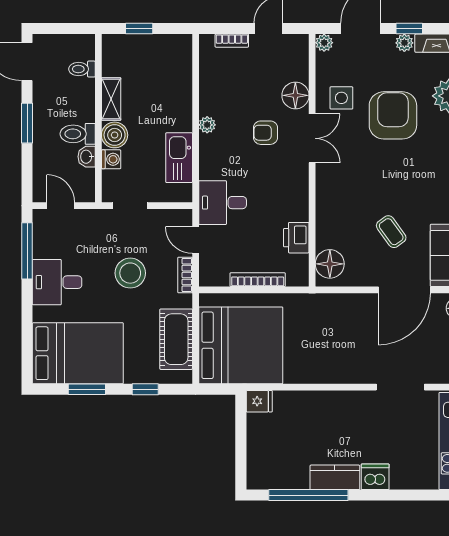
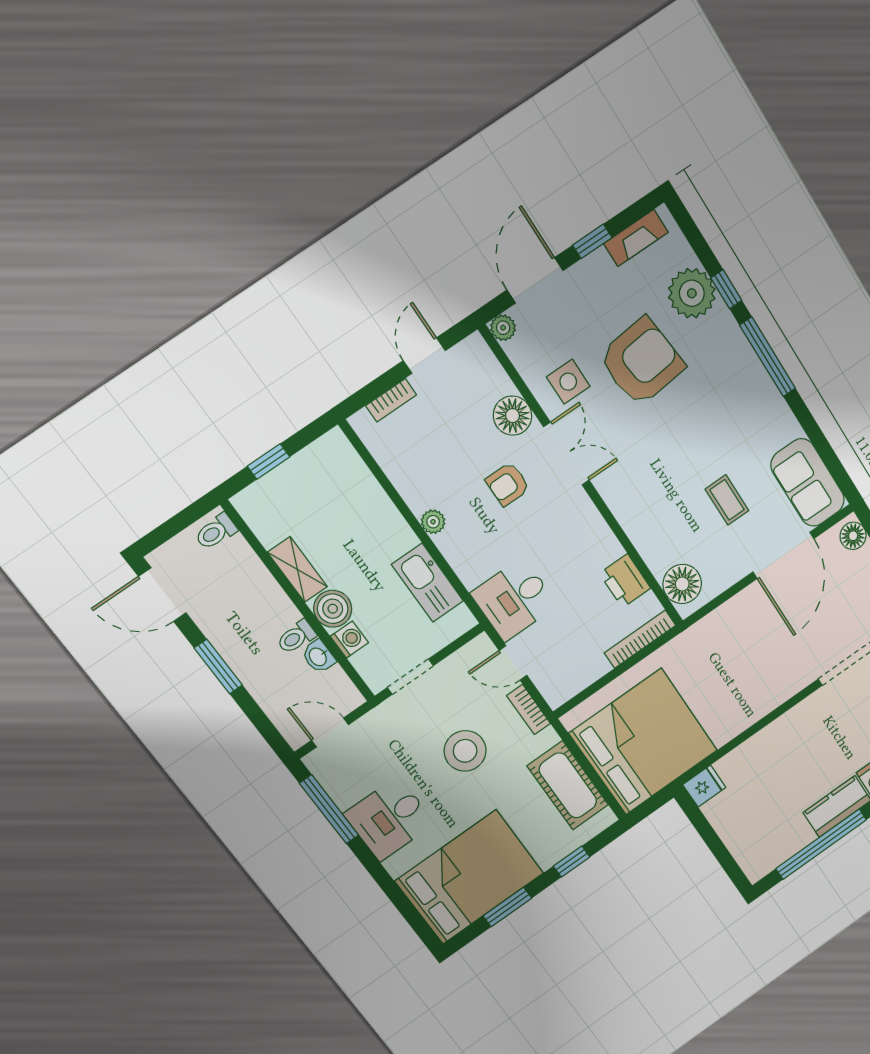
plant: (404, 43) -> (598, 263), removed
toilet: (82, 69) -> (216, 532), moved
armchair: (393, 115) -> (642, 362), turned 84
toilet: (78, 134) -> (296, 637), width x0.73, depth x0.72
coffee table: (391, 232) -> (727, 500), turned 36
bookcase: (258, 280) -> (640, 639), moved

